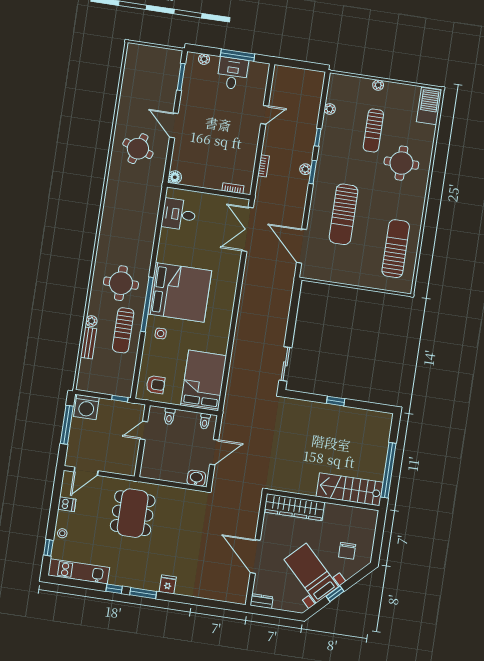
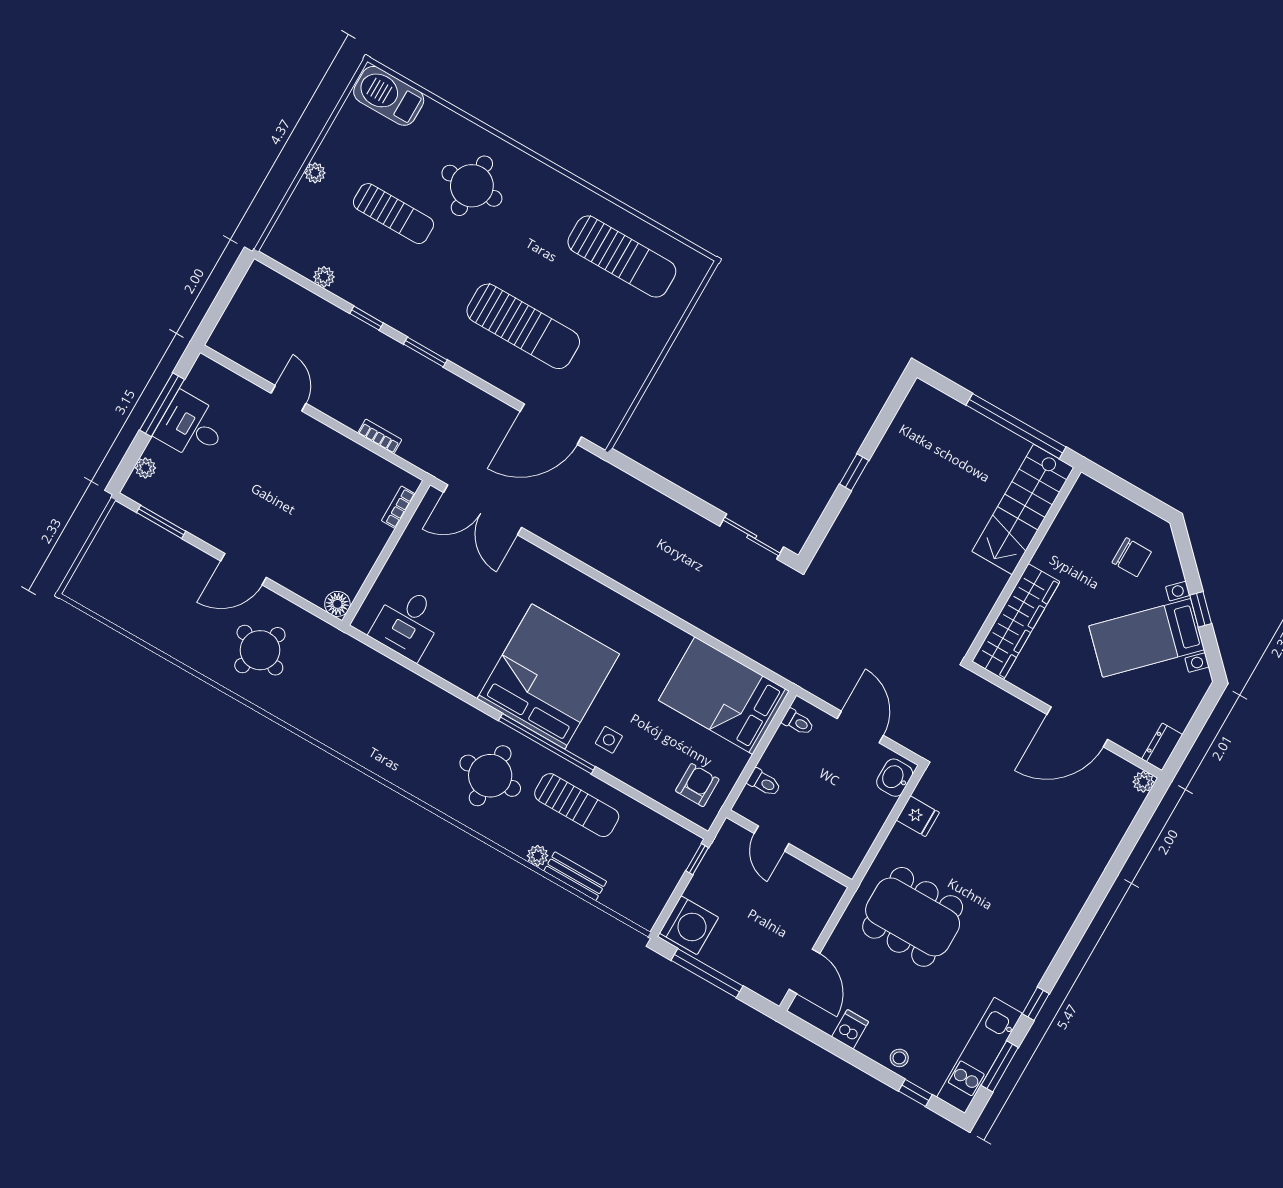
plant: (305, 169) -> (1143, 782), moved
sun lounger: (396, 249) -> (622, 257), turned 180
fridge: (168, 584) -> (918, 816), moved, turned 180
window: (143, 593) -> (1000, 1066), moved

